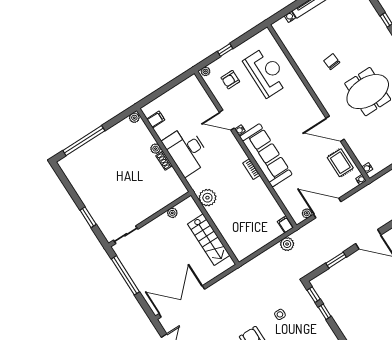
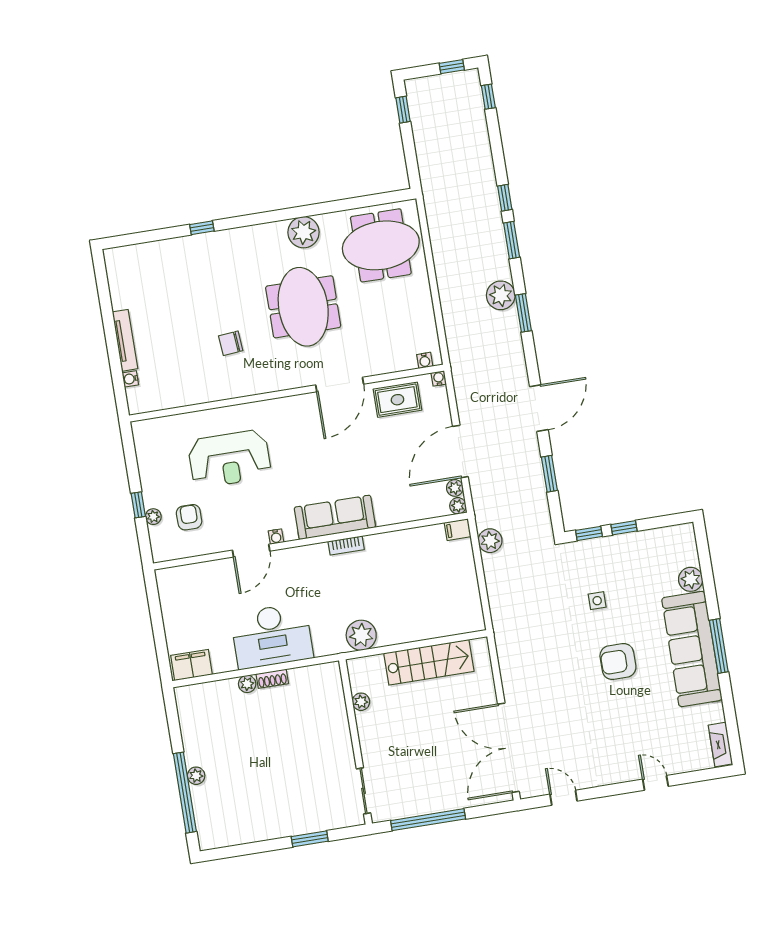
plant: (206, 71) -> (153, 517), moved
reception desk: (266, 72) -> (229, 459), moved, turned 180
armchair: (230, 80) -> (189, 517), turned 180
plant: (134, 118) -> (196, 776), moved
filing cabinet: (156, 120) -> (192, 665), width x2.00
sofa: (266, 155) -> (335, 517), width x0.74, depth x0.79
plant: (298, 219) -> (458, 506), added

